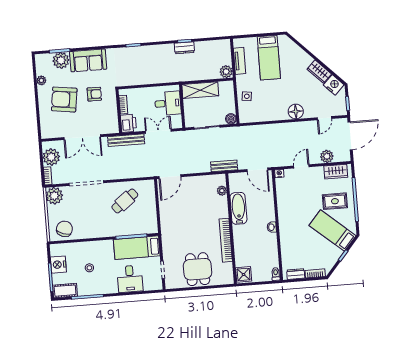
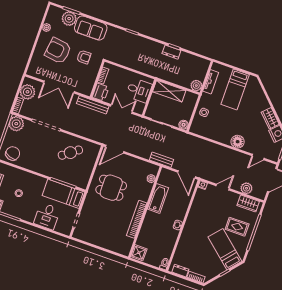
dining table: (198, 269) -> (111, 188), moved, turned 90

